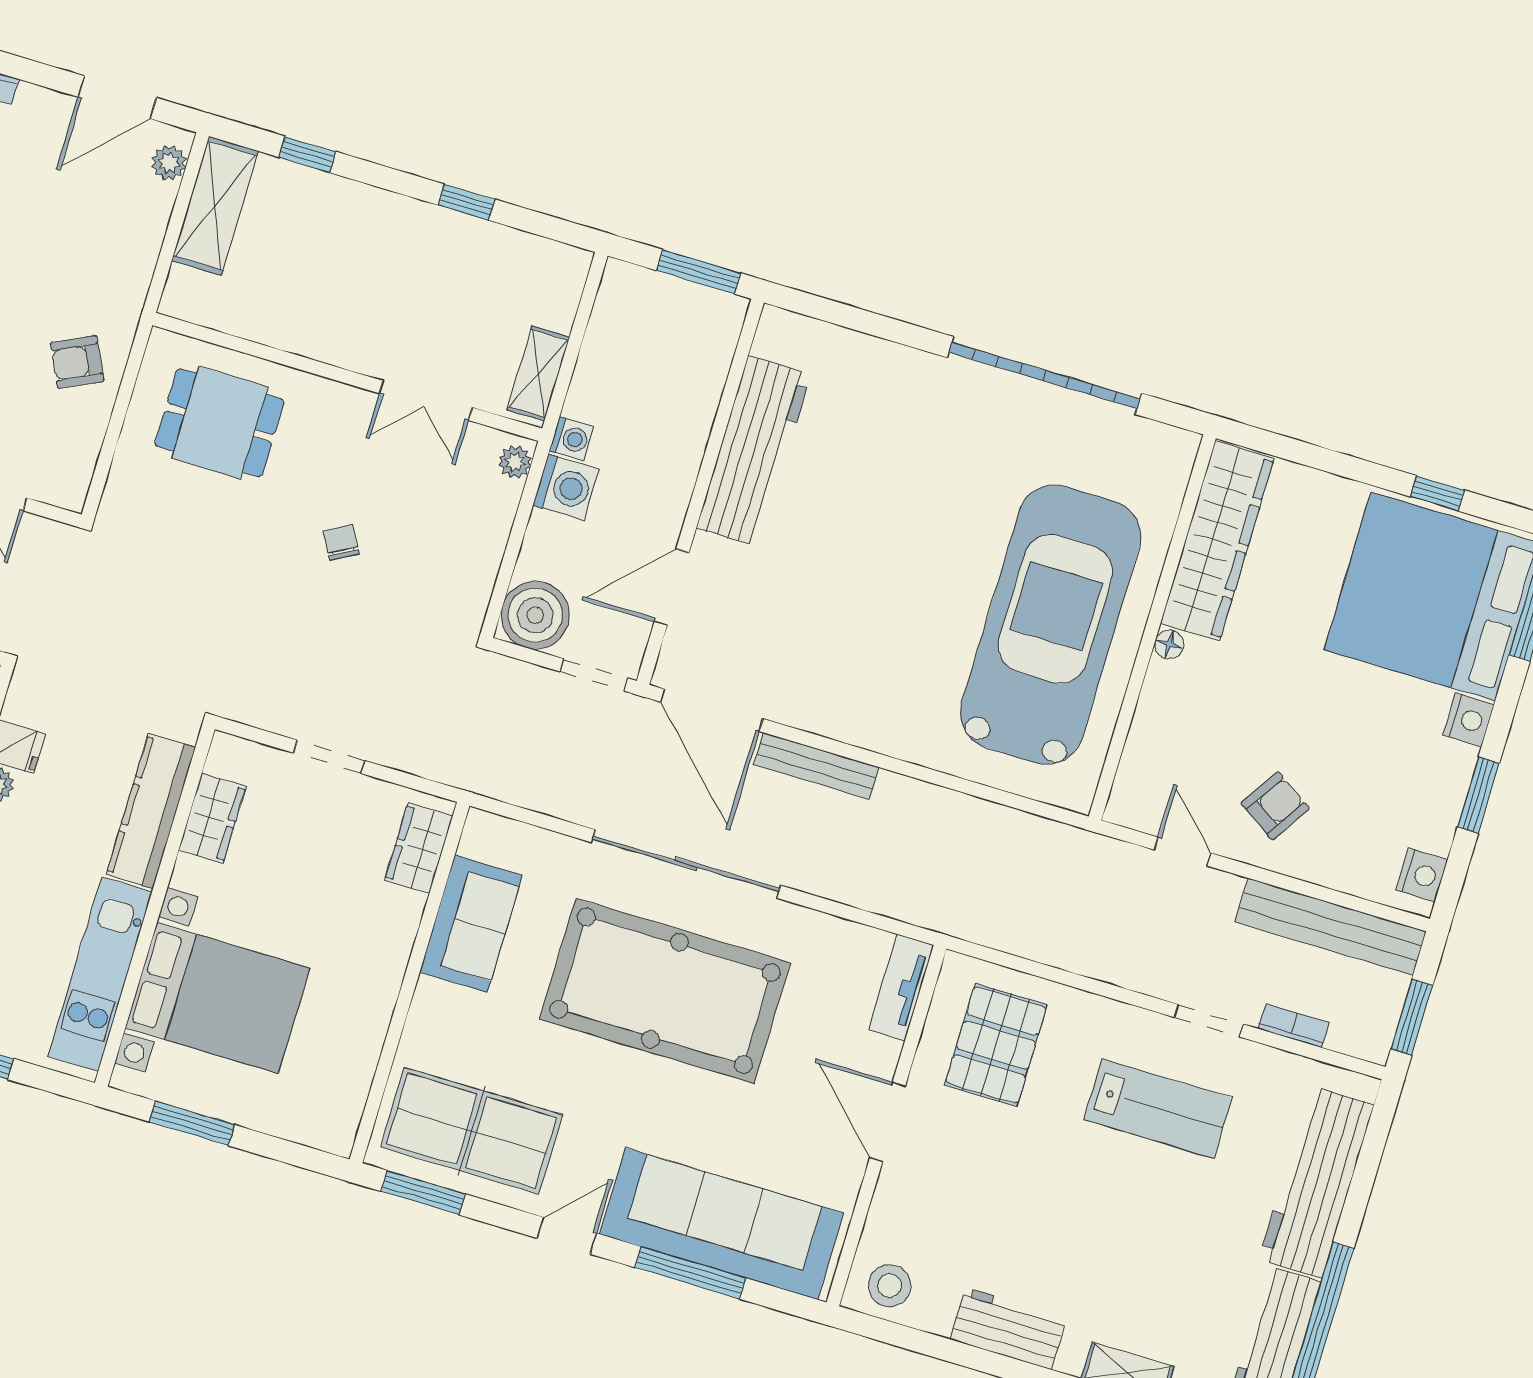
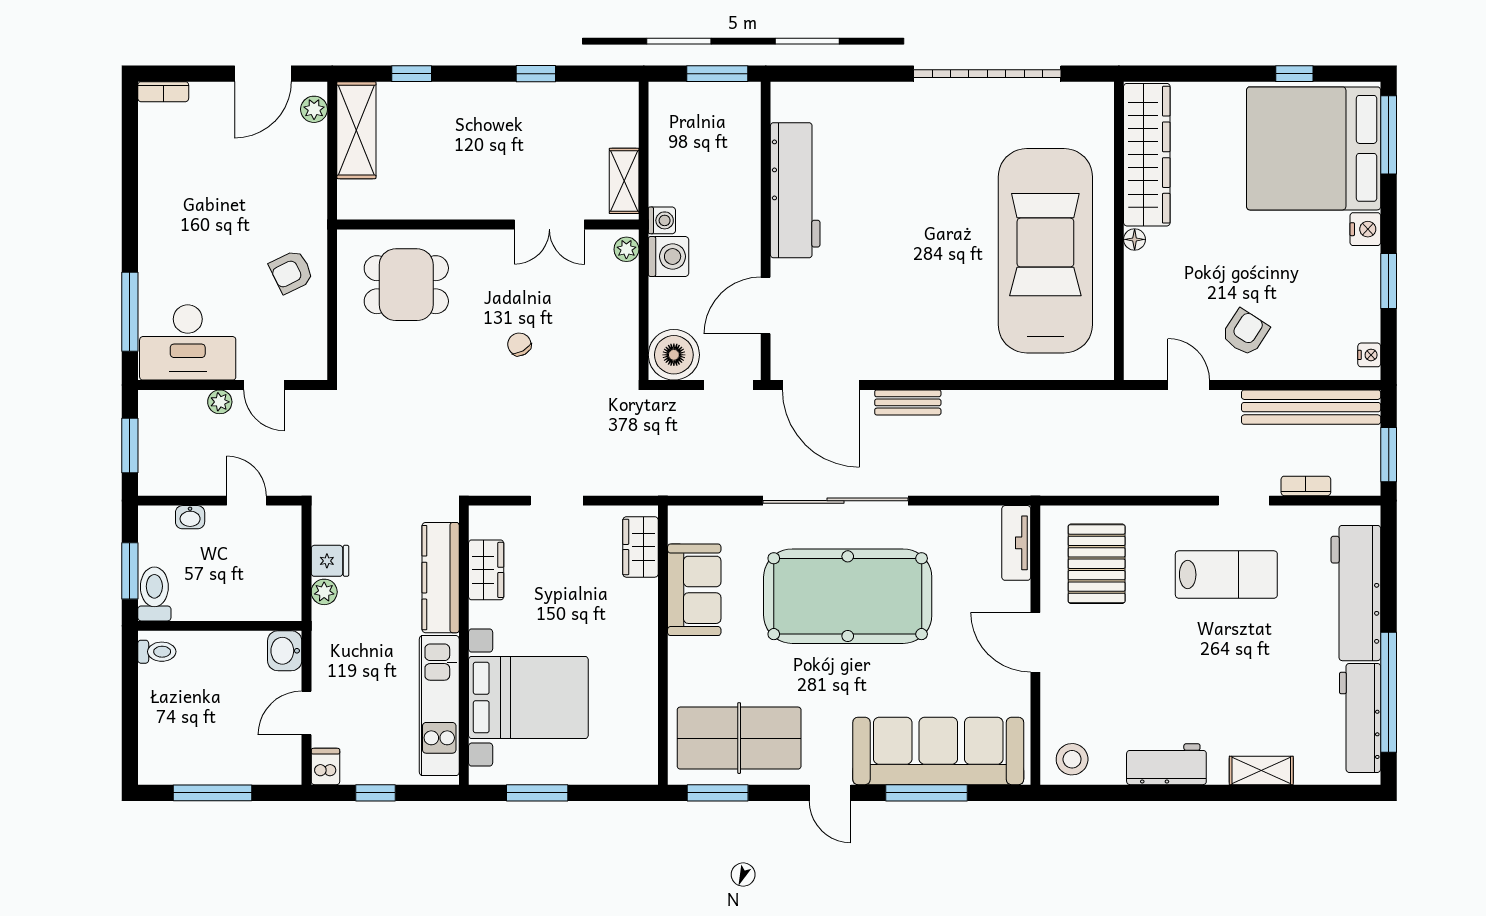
bench: (816, 766) -> (908, 402), width x0.73
nightstand: (1422, 875) -> (1369, 355), width x0.72, depth x0.74
door: (567, 1236) -> (830, 793), swing flipped

